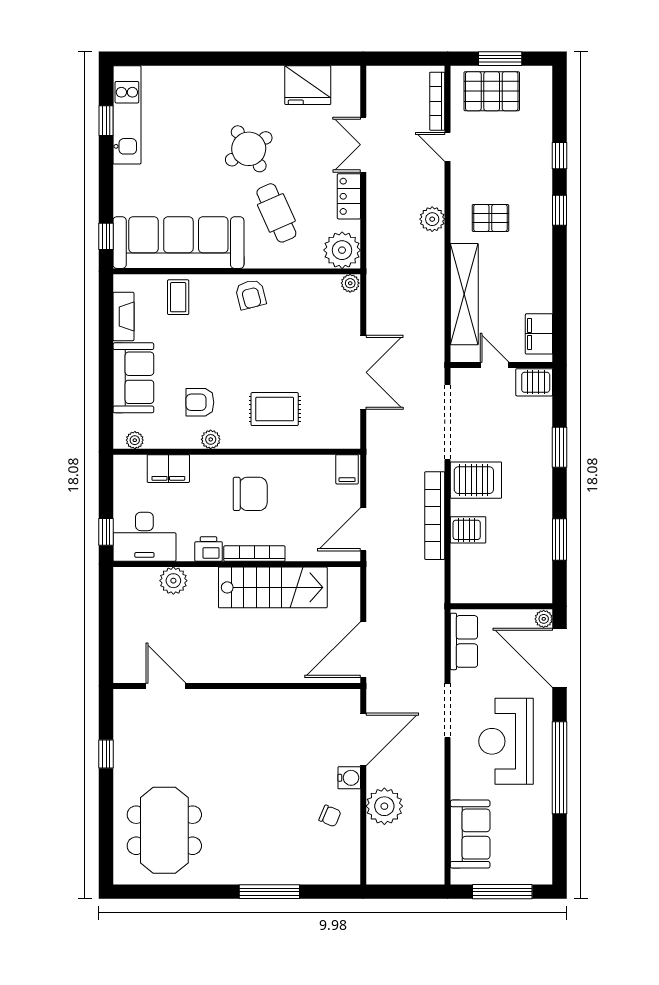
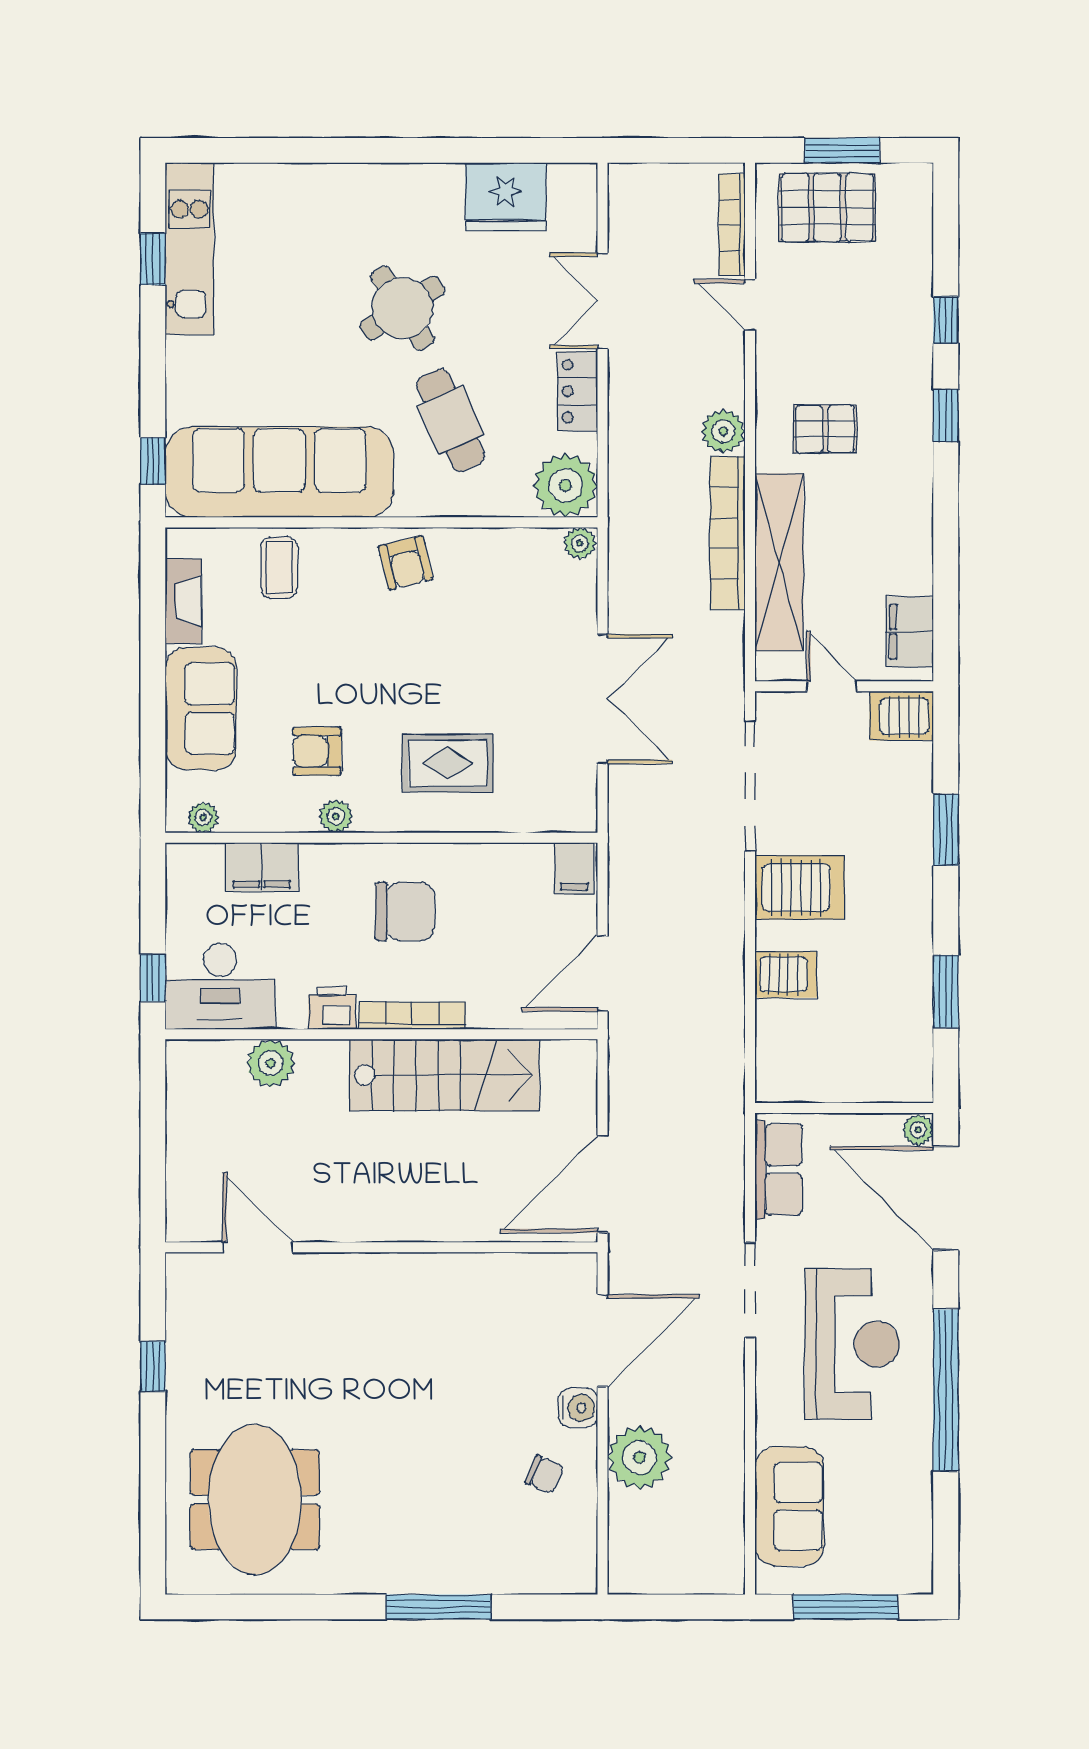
bookcase: (435, 516) -> (728, 533), moved
reception desk: (506, 741) -> (852, 1344), turned 180

